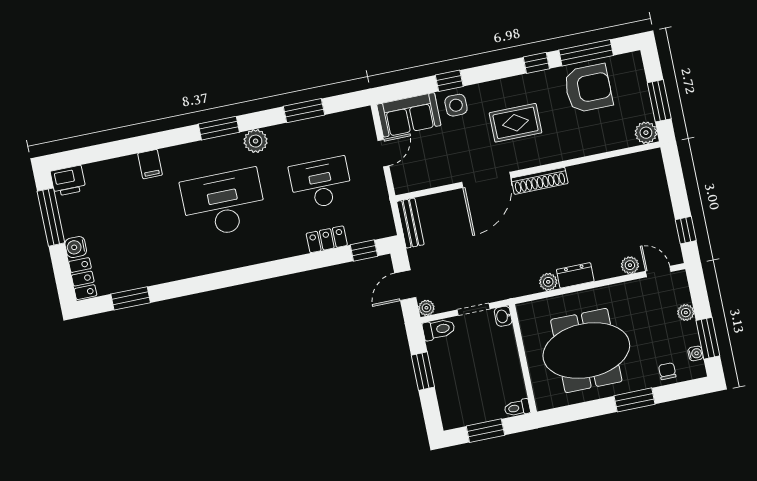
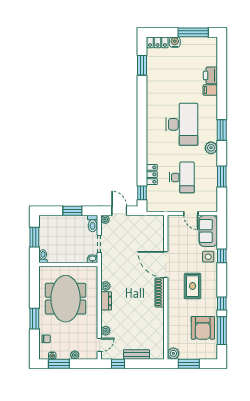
printer: (68, 181) -> (210, 75), moved
bench: (410, 223) -> (136, 354), moved

